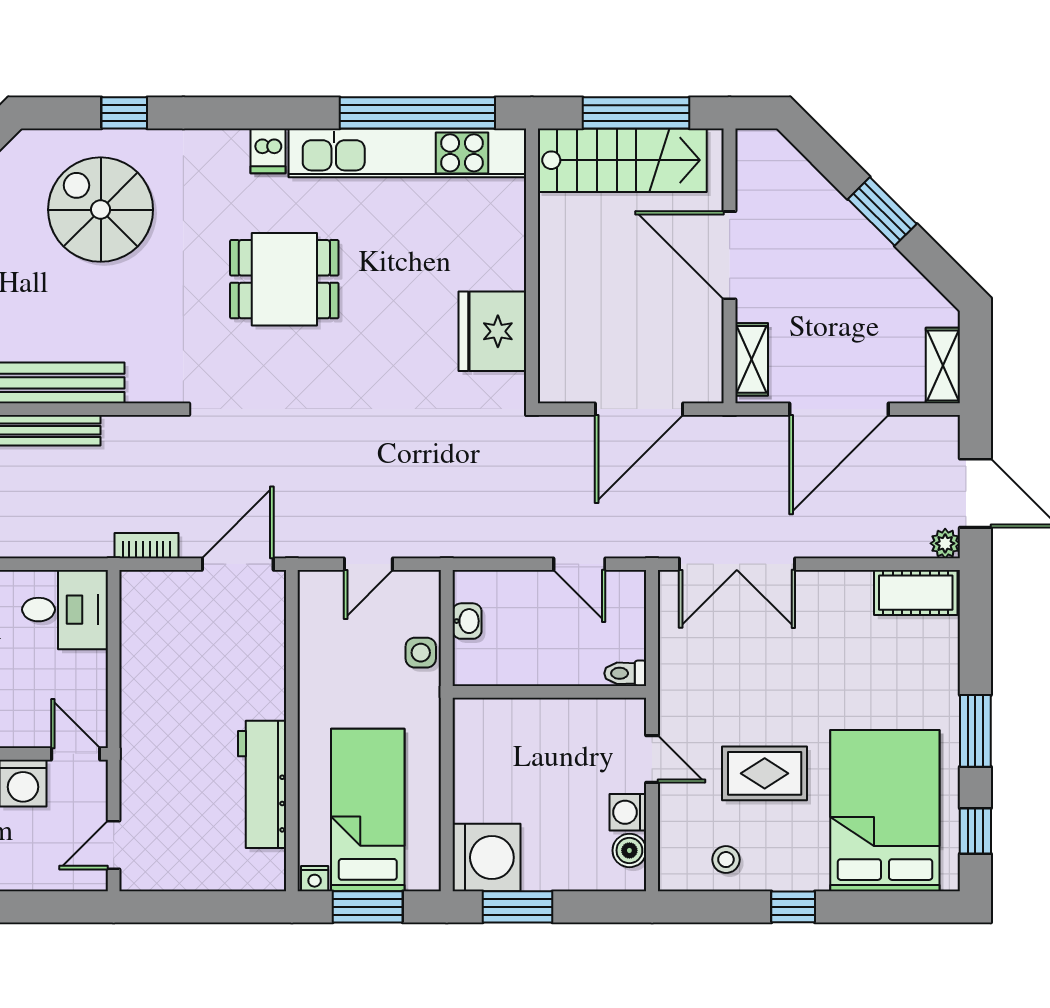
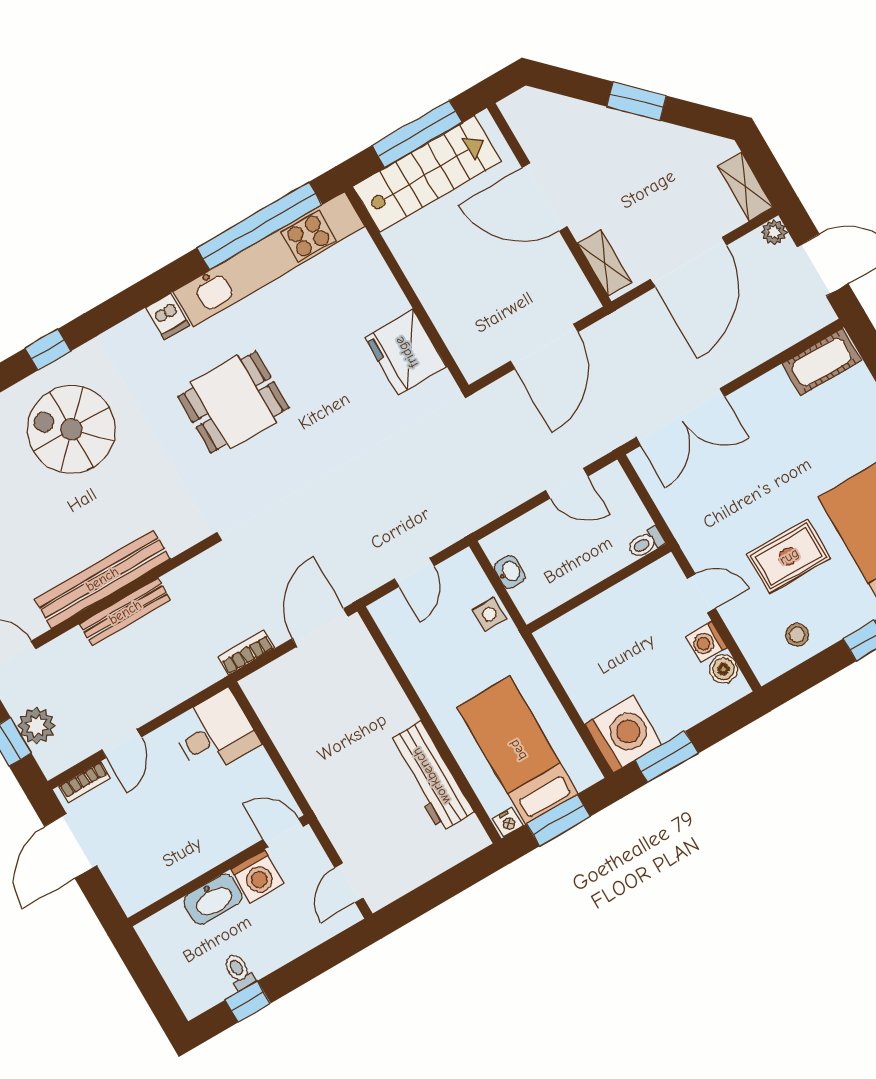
plant: (945, 543) -> (774, 232), moved

